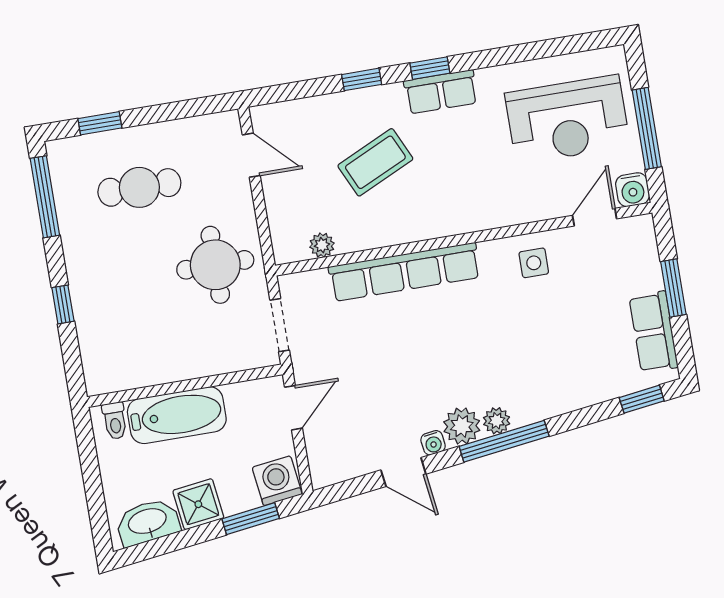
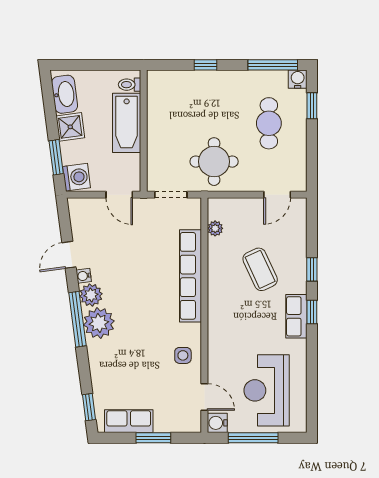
water cooler: (61, 153) -> (298, 79), added
plant: (497, 421) -> (99, 323), width x1.88, depth x1.88

